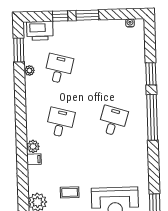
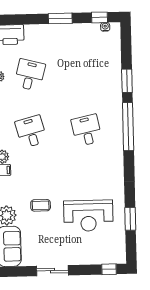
window: (60, 16) -> (99, 17), moved
desk: (113, 121) -> (87, 130), turned -30
desk: (60, 123) -> (31, 132), turned -30

